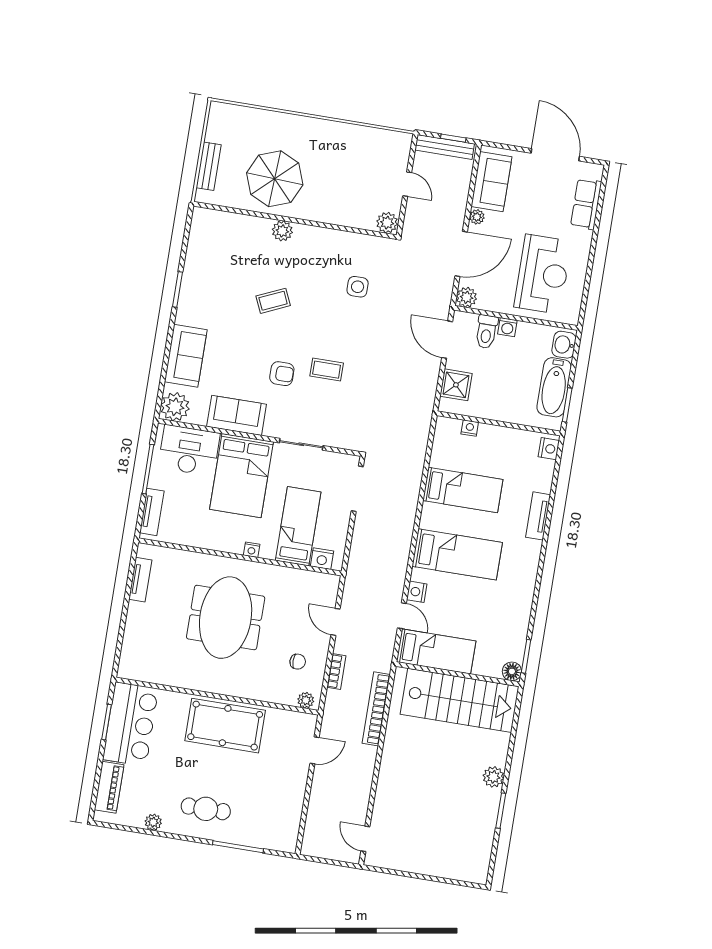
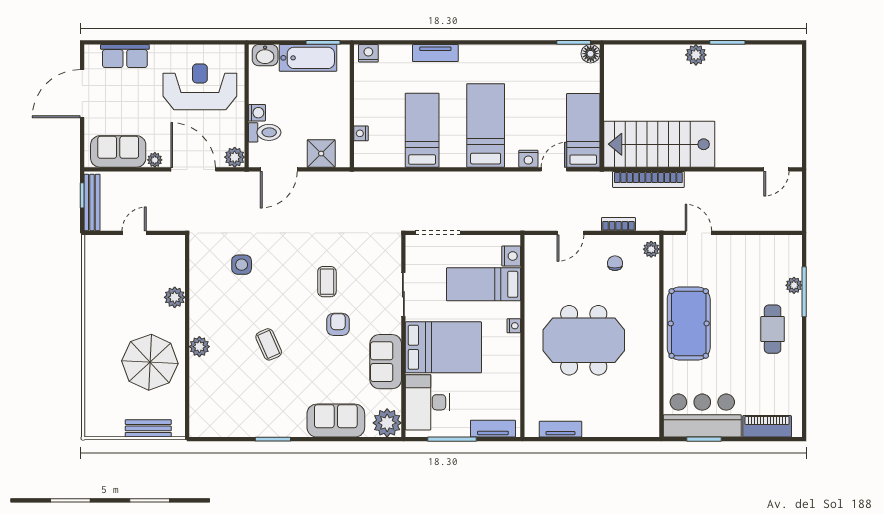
plant: (387, 223) -> (175, 297), moved
stairs: (460, 700) -> (659, 144), moved, turned -90
plant: (153, 822) -> (794, 285), moved

